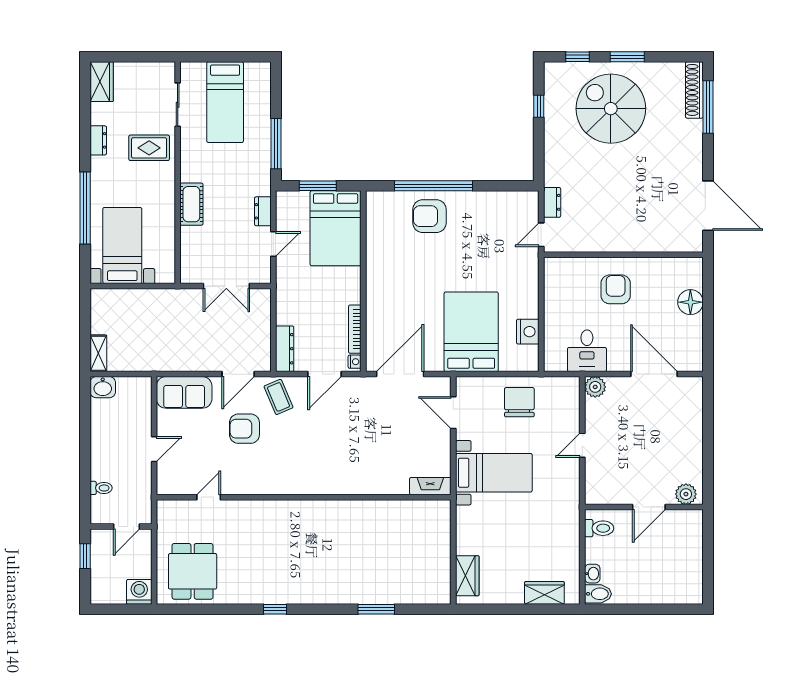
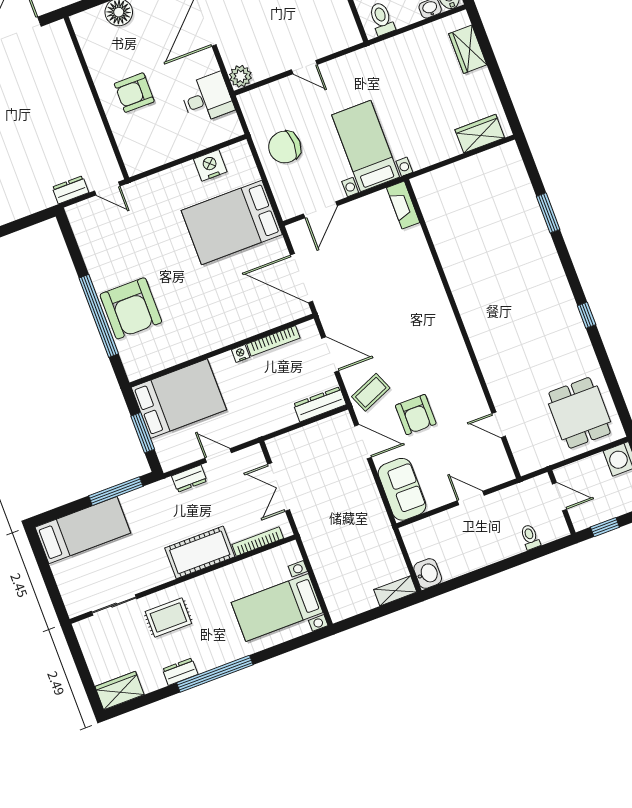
bed: (225, 102) -> (83, 530), moved
rug: (149, 148) -> (168, 618), turned 90
cot: (191, 204) -> (200, 552), width x1.37, depth x1.34
window: (85, 208) -> (215, 674), moved
armchair: (430, 216) -> (131, 308), width x1.36, depth x1.36
bookcase: (186, 250) -> (258, 541), added
double door: (226, 286) -> (279, 487), swing flipped
nightstand: (355, 362) -> (241, 353), moved
dining table: (193, 571) -> (580, 413), turned 90

